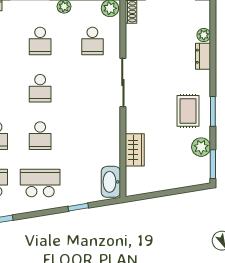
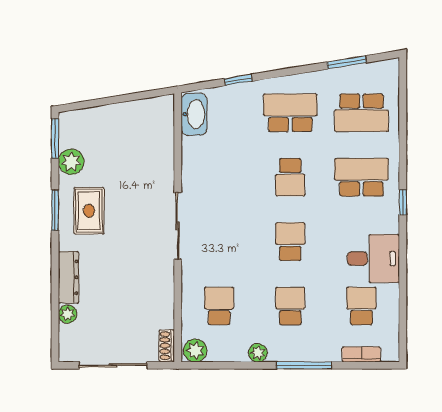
dresser: (203, 56) -> (69, 277), width x1.44
sliding door: (123, 83) -> (178, 226), moved
school desk: (40, 136) -> (290, 177), turned 180
wardrobe: (135, 150) -> (162, 158), removed
school desk: (40, 183) -> (290, 113), turned 180

